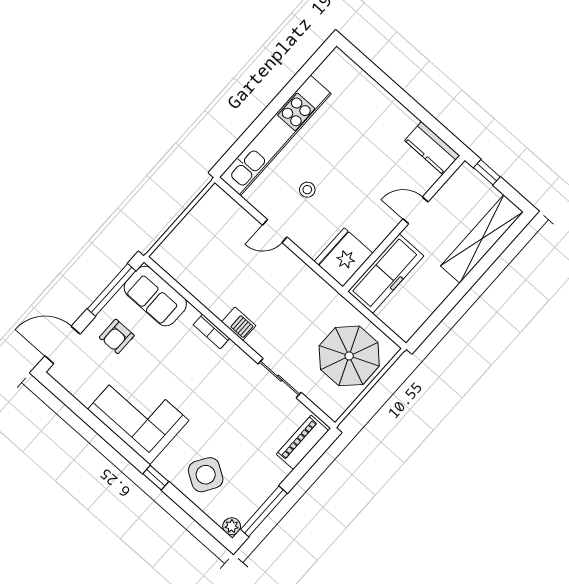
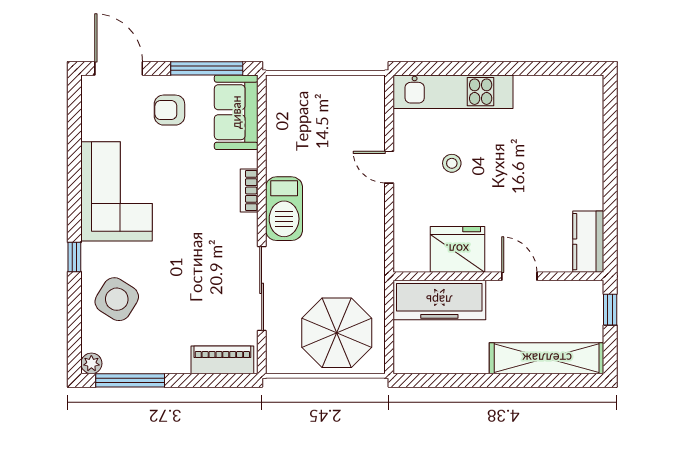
kitchen unit: (275, 135) -> (453, 92), width x0.73
fridge: (343, 257) -> (457, 249), moved
barbecue: (239, 324) -> (284, 209), width x1.88, depth x1.53
sliding door: (280, 378) -> (262, 288), width x1.37

